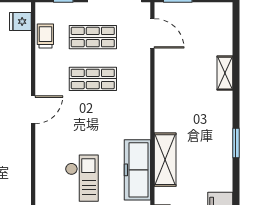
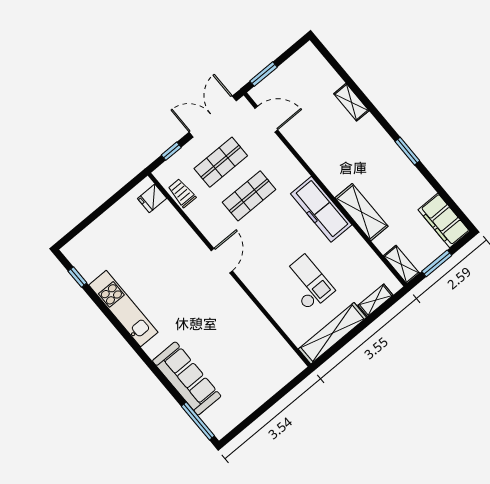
freezer: (137, 170) -> (321, 209), moved

